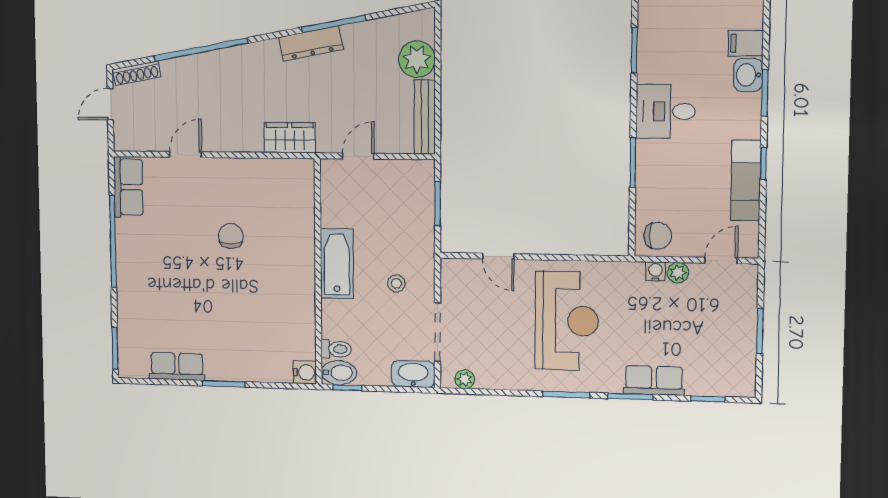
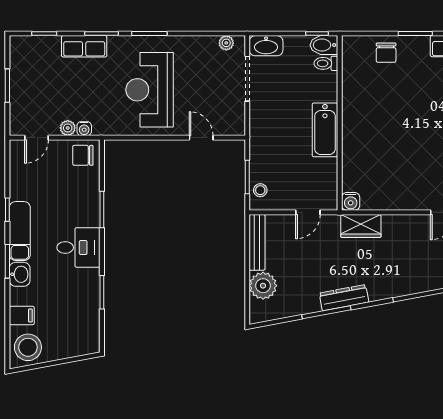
filing cabinet: (746, 43) -> (22, 315), moved
exam couch: (746, 180) -> (20, 231), moved
chair: (231, 236) -> (386, 53), moved
stool: (396, 283) -> (260, 190), moved
water cooler: (305, 372) -> (351, 201), moved, turned -90

